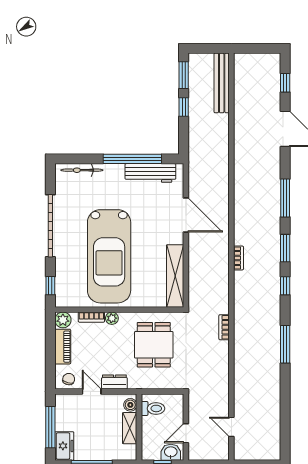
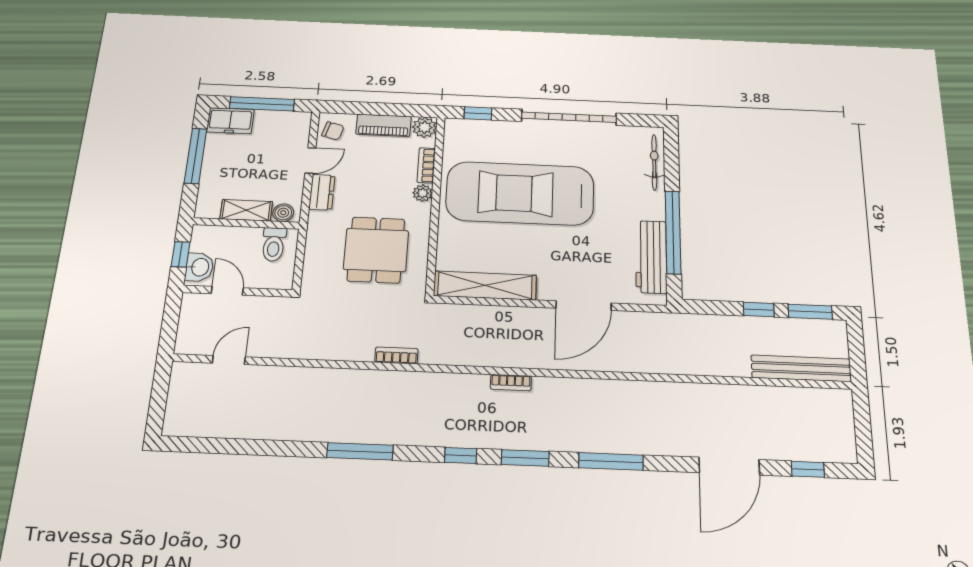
dining table: (154, 345) -> (376, 250), turned 90

